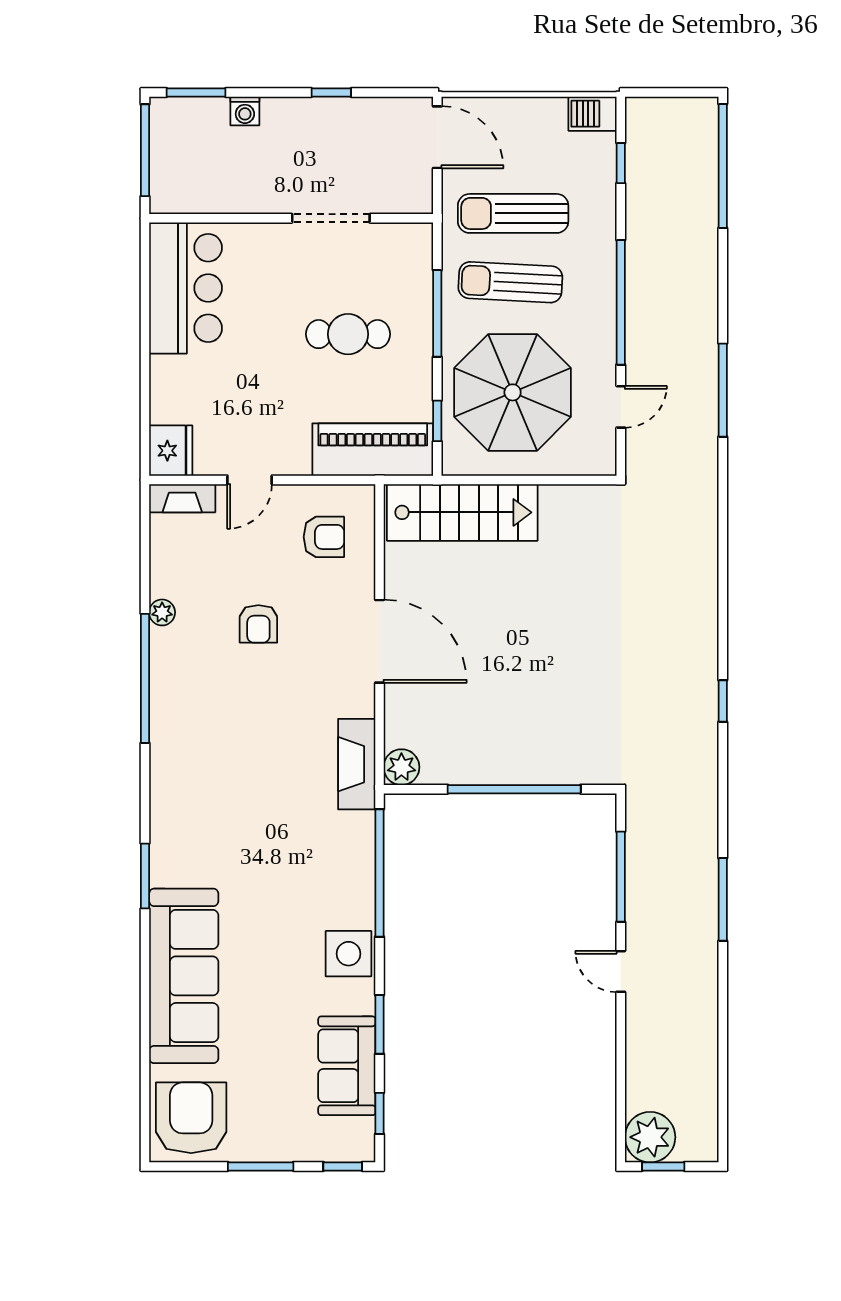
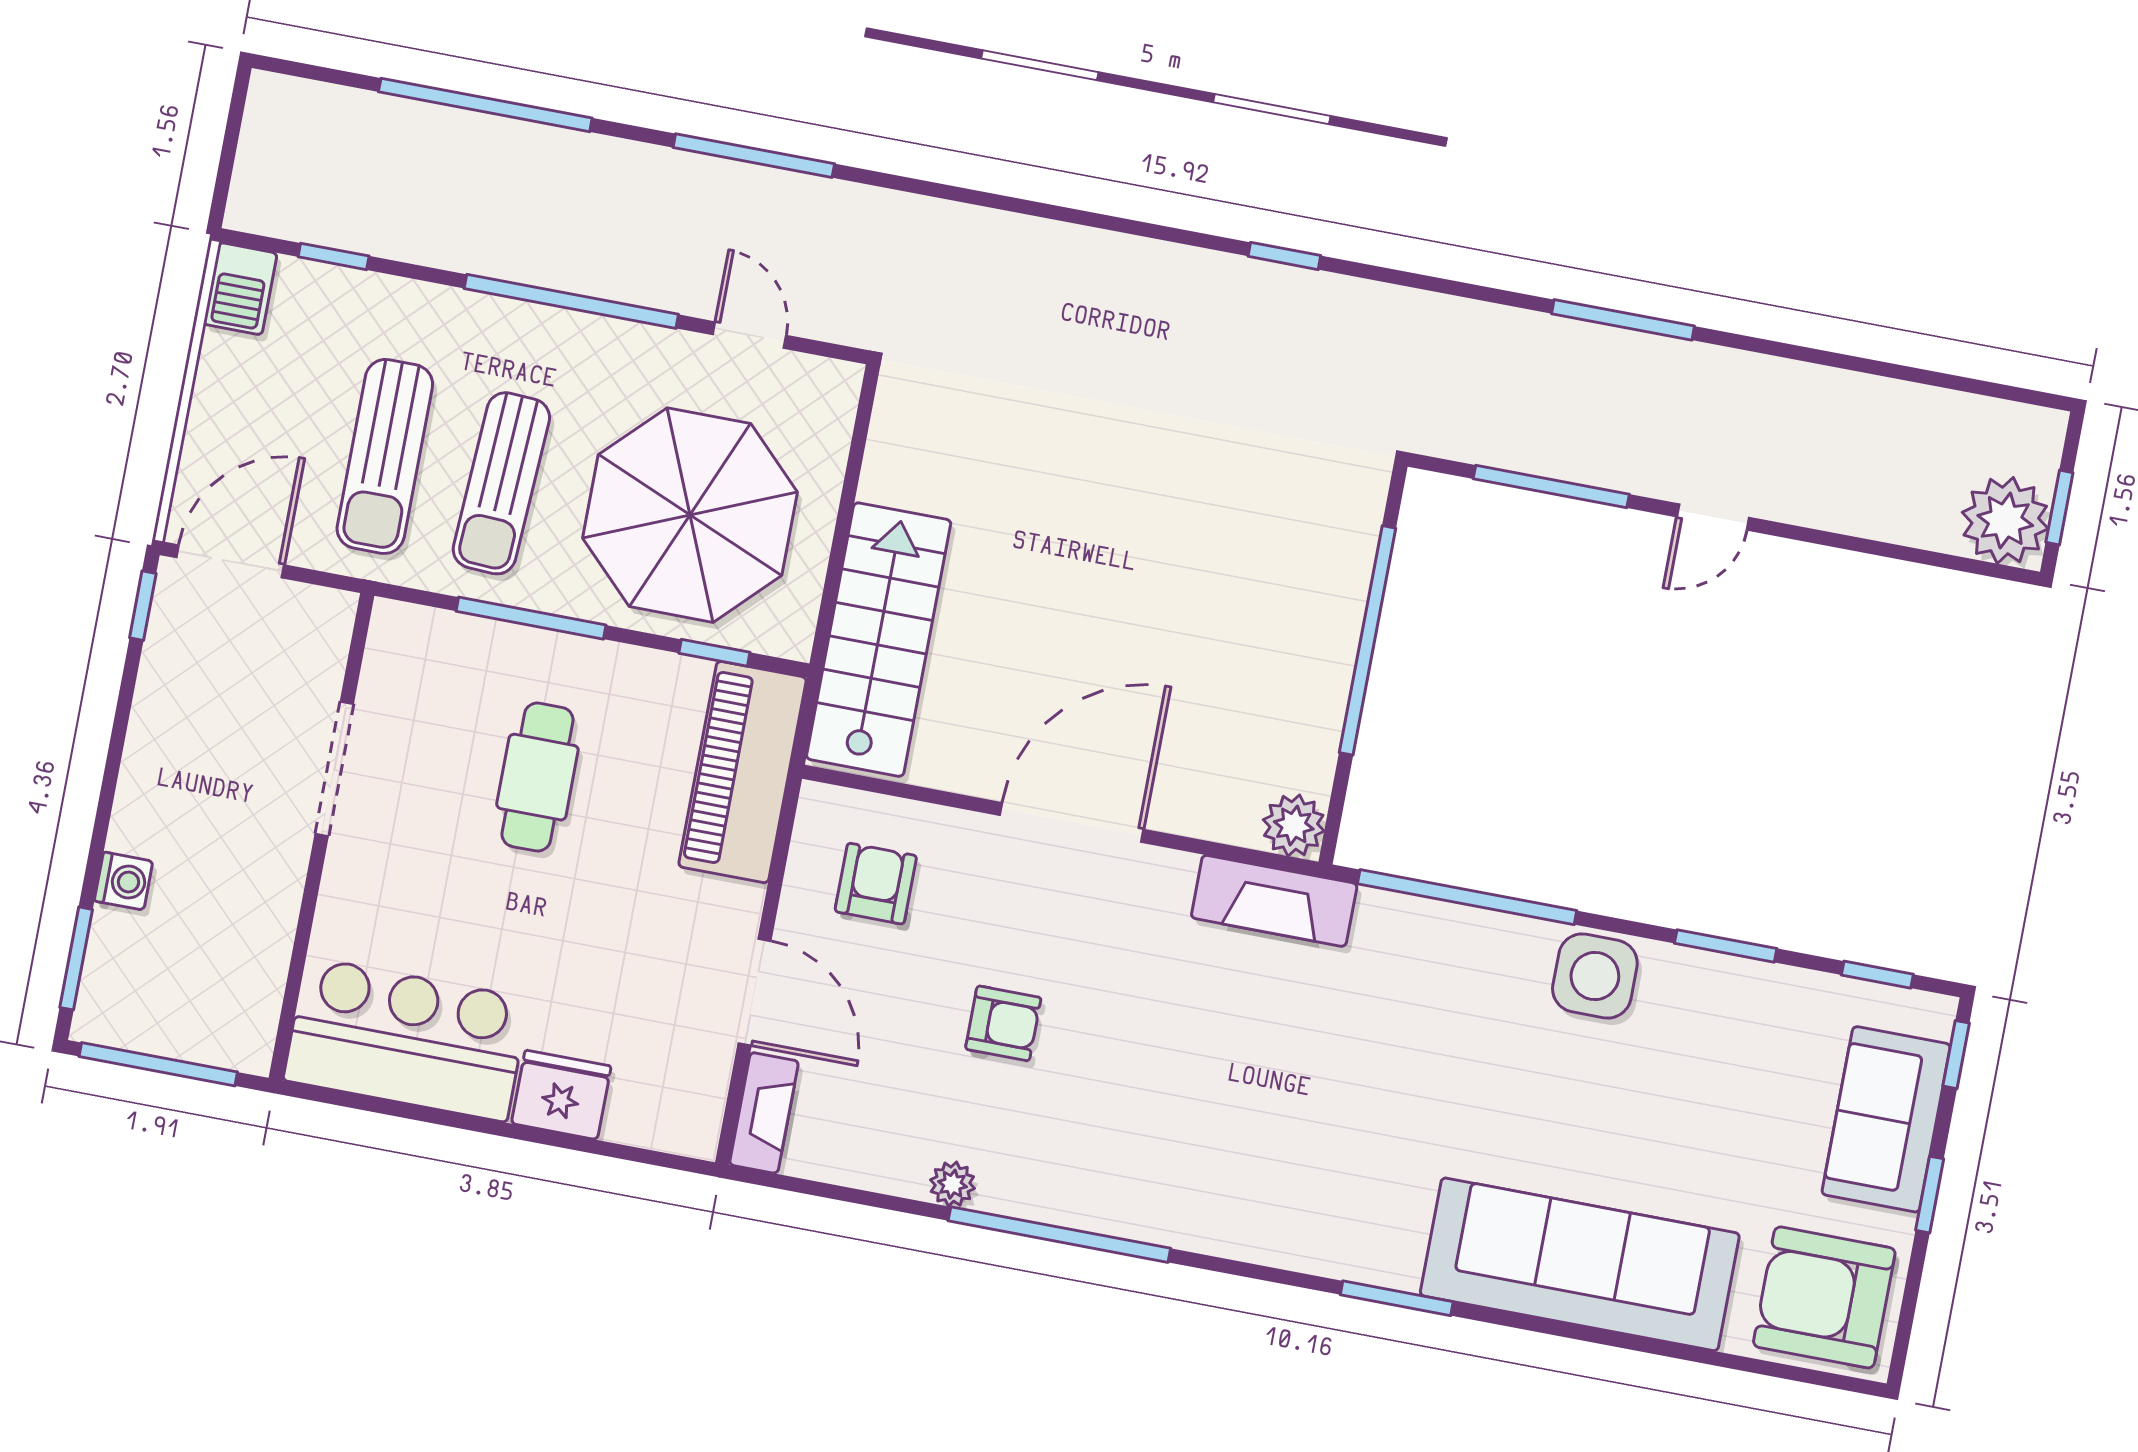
window: (331, 92) -> (143, 606), moved
window: (723, 166) -> (485, 105), moved
fridge: (171, 451) -> (561, 1095), moved
door: (250, 480) -> (755, 992), width x1.38
sofa: (347, 1066) -> (1886, 1119), moved, turned 90
window: (261, 1166) -> (1930, 1195), width x0.67

